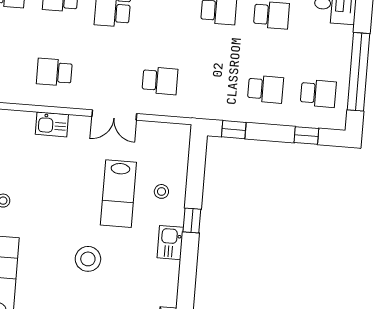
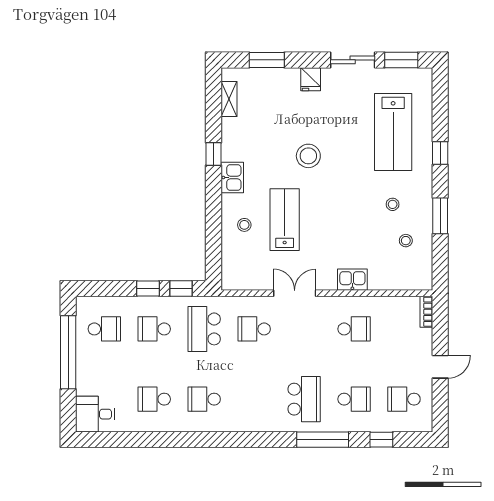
school desk: (213, 85) -> (204, 329), added
school desk: (318, 93) -> (104, 329), turned 180
window: (306, 135) -> (148, 288), moved
window: (192, 220) -> (214, 154), moved

